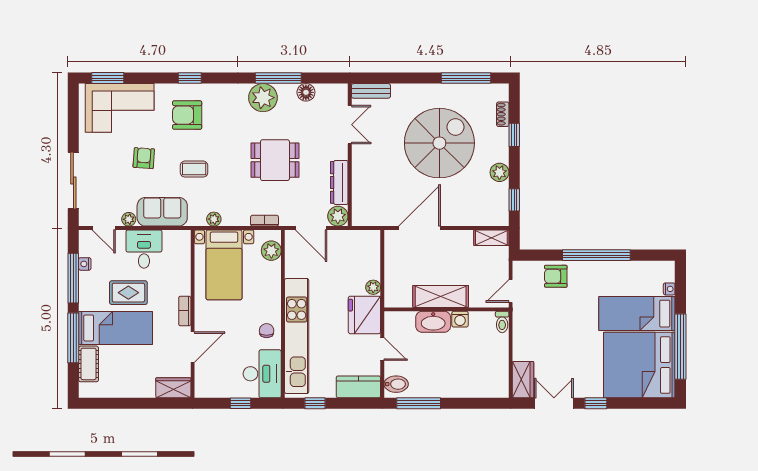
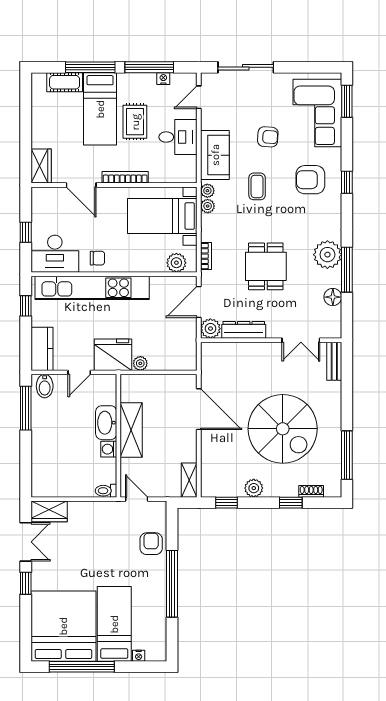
armchair: (187, 115) -> (310, 180), turned -90
plant: (129, 219) -> (207, 191), moved
bookcase: (185, 311) -> (125, 177), width x1.56

